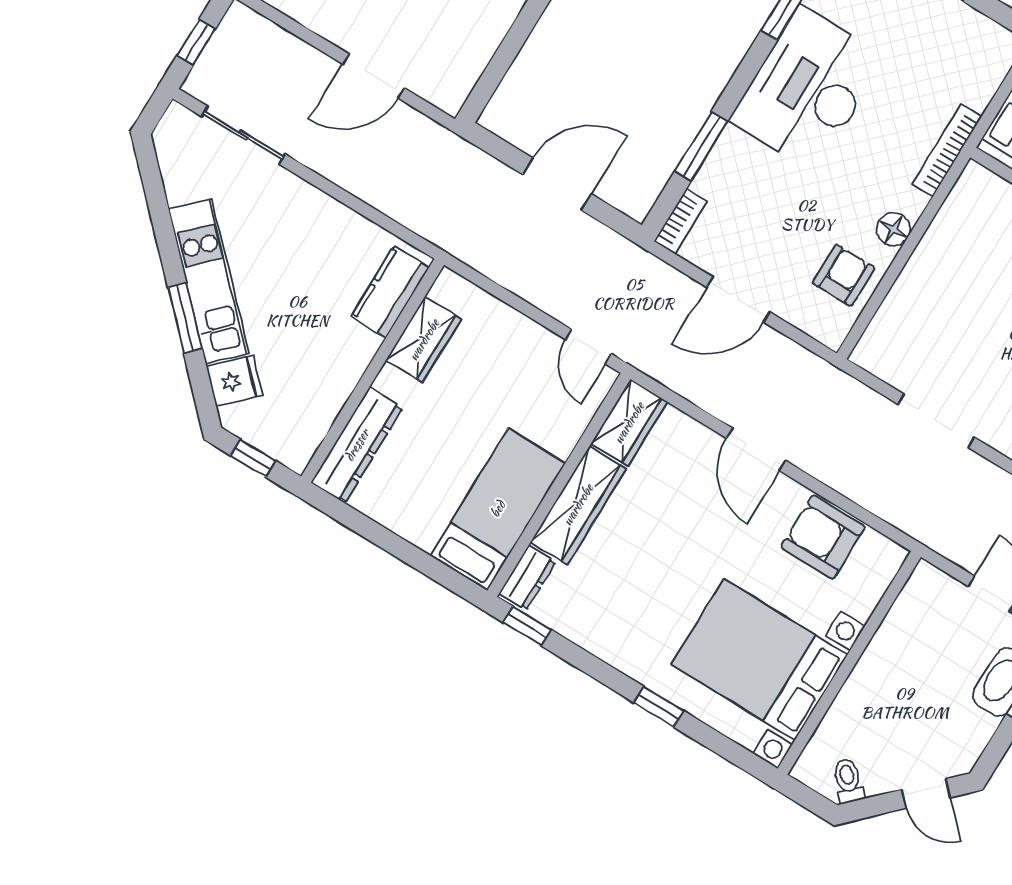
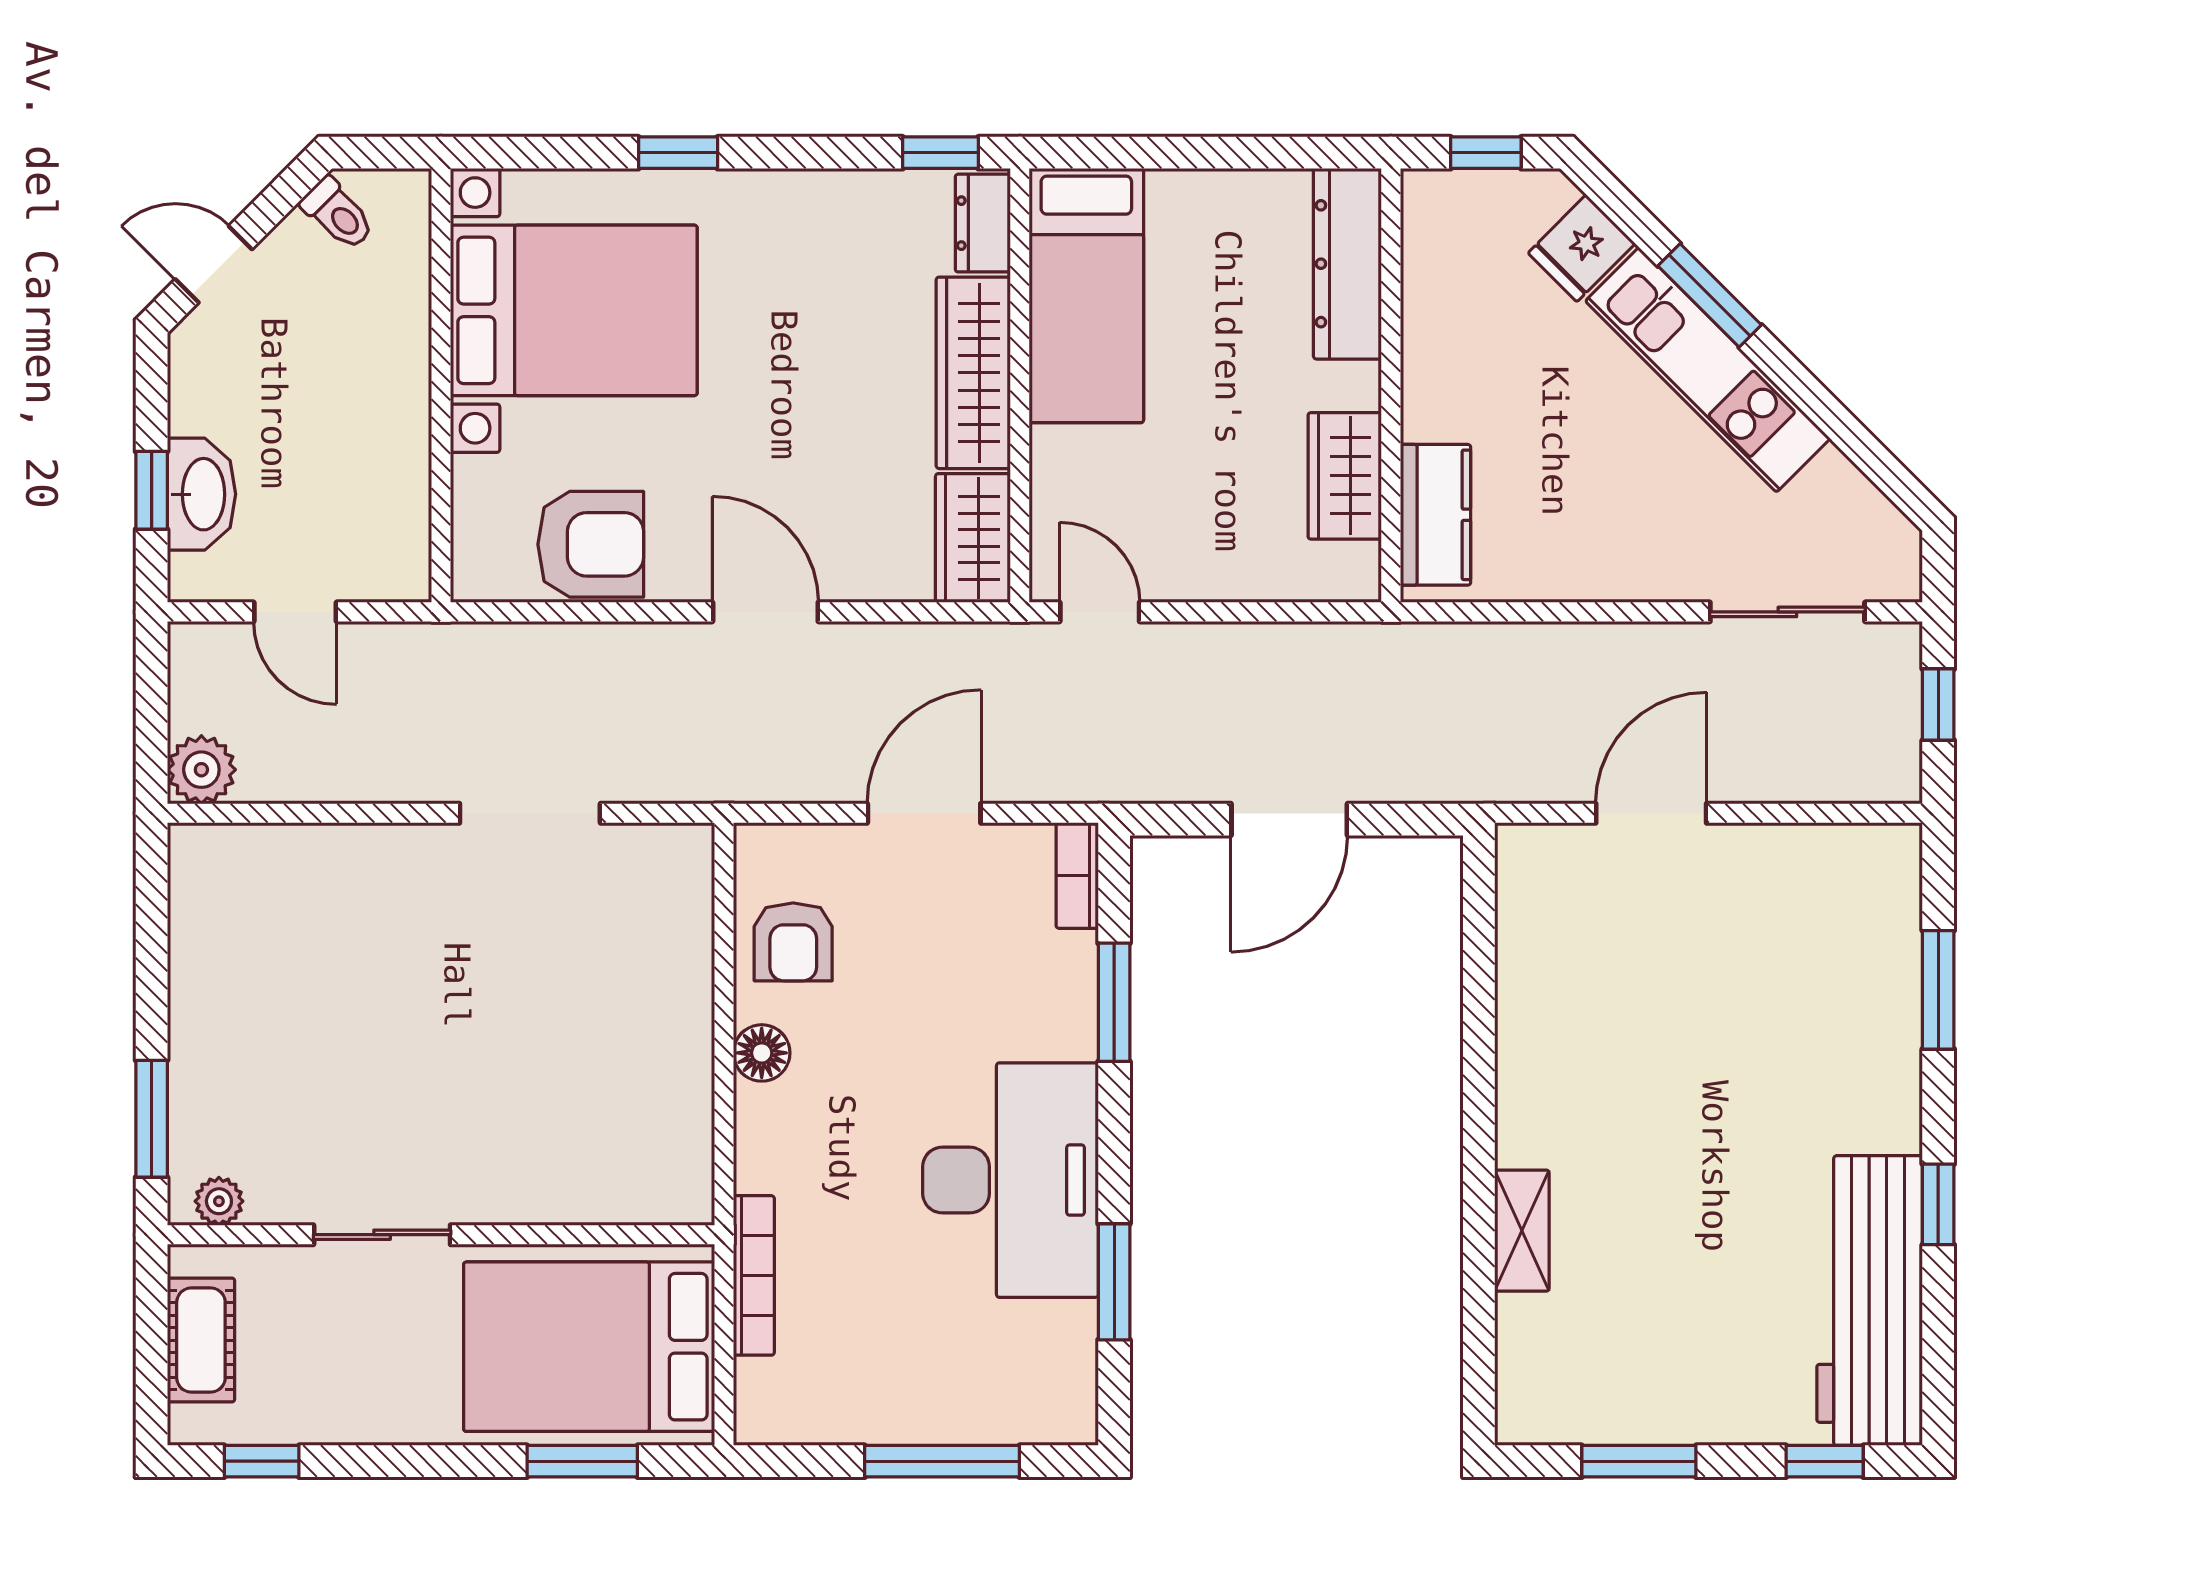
bookcase: (947, 150) -> (754, 1275), moved

